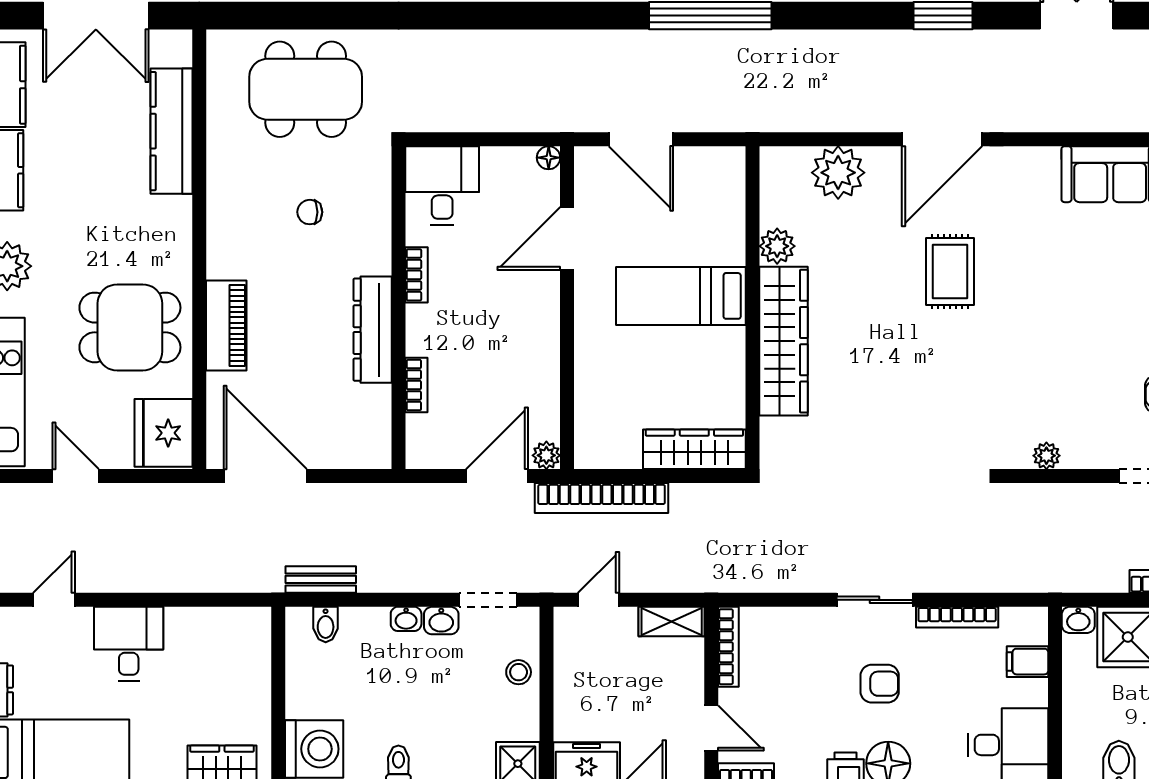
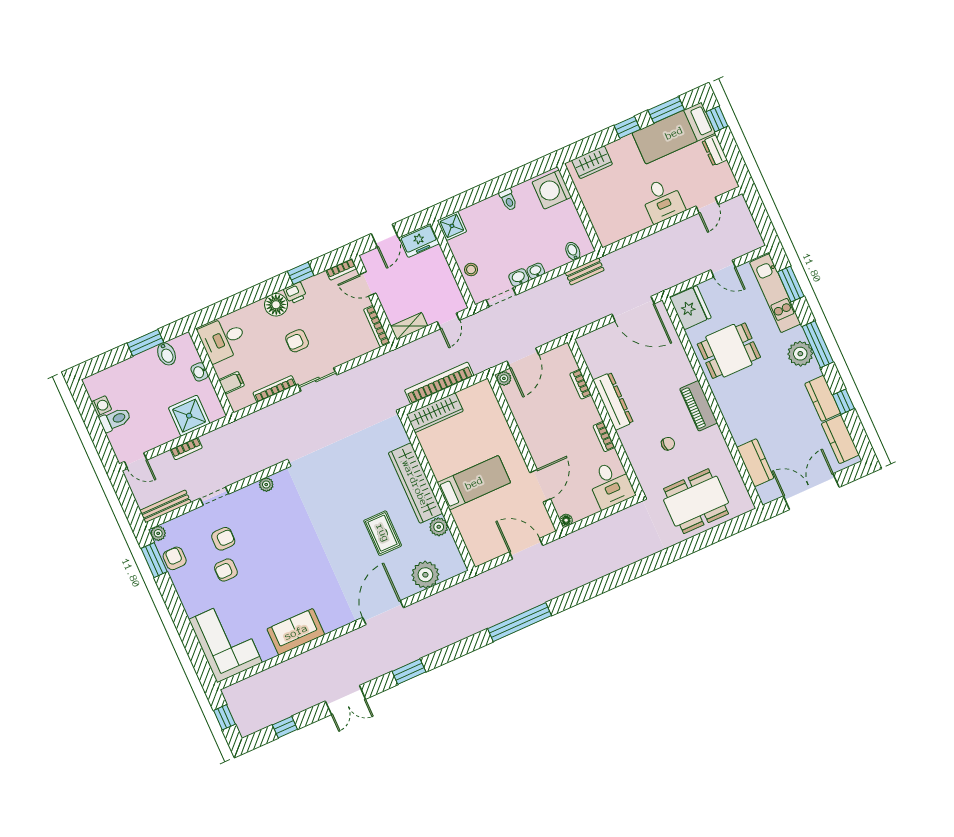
kitchen counter: (172, 131) -> (755, 463), width x0.67
rug: (950, 271) -> (383, 533), moved
piano: (226, 325) -> (699, 406), moved
bookcase: (602, 498) -> (439, 383), moved
washbasin: (1078, 620) -> (200, 372), moved, turned -90

